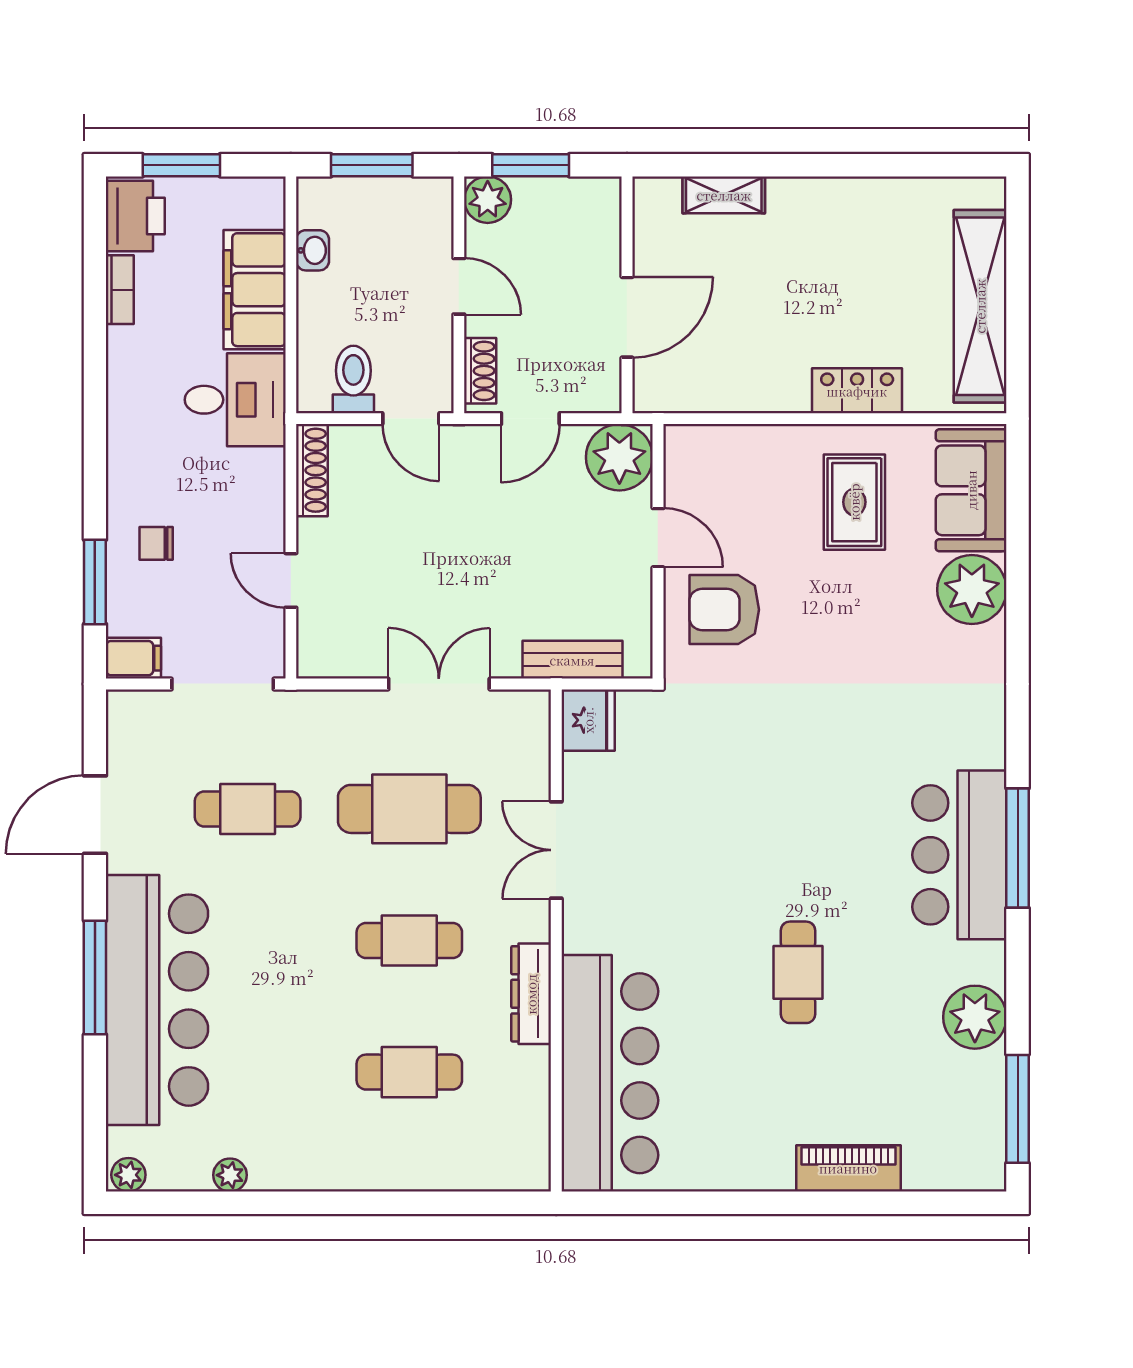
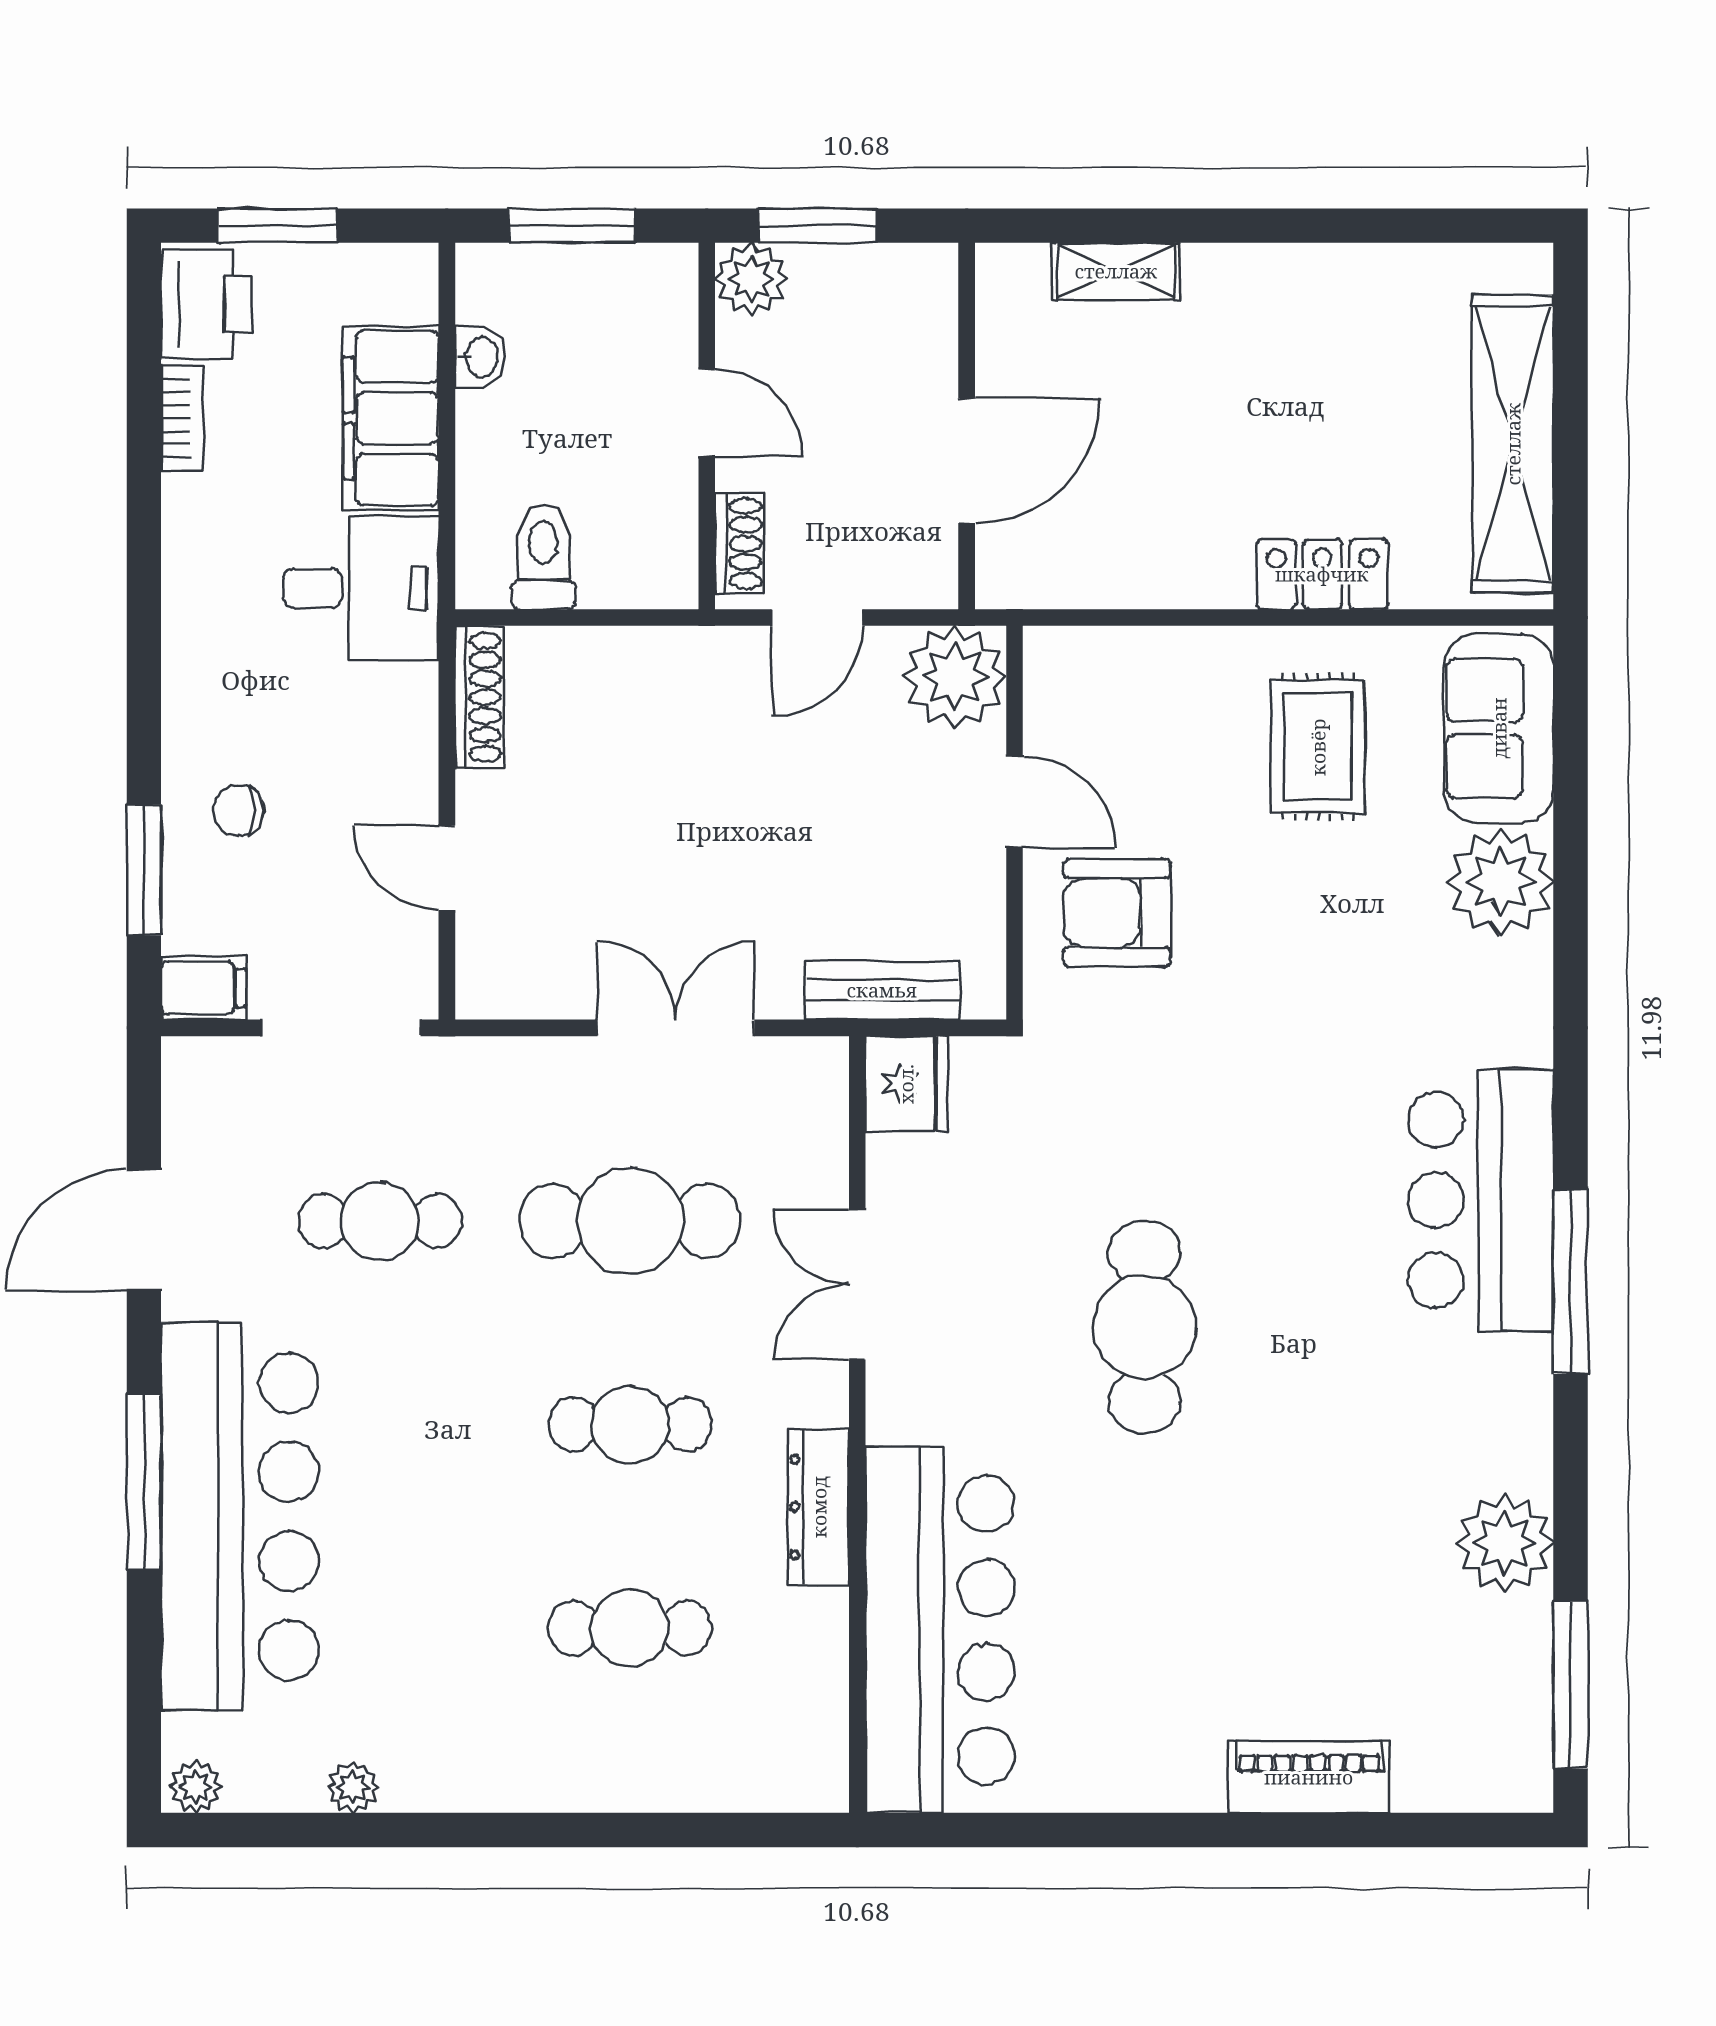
door: (411, 419) -> (632, 618), removed
bar counter: (959, 855) -> (1481, 1200), moved
cafe table: (798, 972) -> (1144, 1327), moved, width x1.37, depth x1.35

